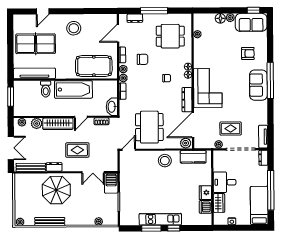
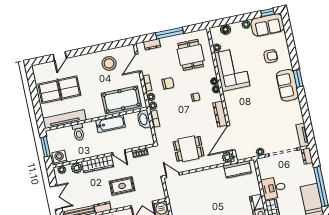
floor lamp: (220, 18) -> (225, 29), moved
stool: (74, 28) -> (109, 63), moved
dining table: (170, 36) -> (191, 55), turned 90
window: (270, 81) -> (298, 78), width x0.47
corner sofa: (208, 88) -> (232, 69), moved
bathtub: (73, 89) -> (110, 124), width x0.73, depth x0.73
washbasin: (112, 107) -> (144, 119), moved
washing machine: (22, 110) -> (59, 157), added
door: (81, 117) -> (119, 153), hinge flipped
dining table: (149, 127) -> (188, 149), width x0.73
rug: (231, 129) -> (269, 134), removed
door: (129, 150) -> (173, 175), hinge flipped
stool: (165, 161) -> (210, 179), removed

